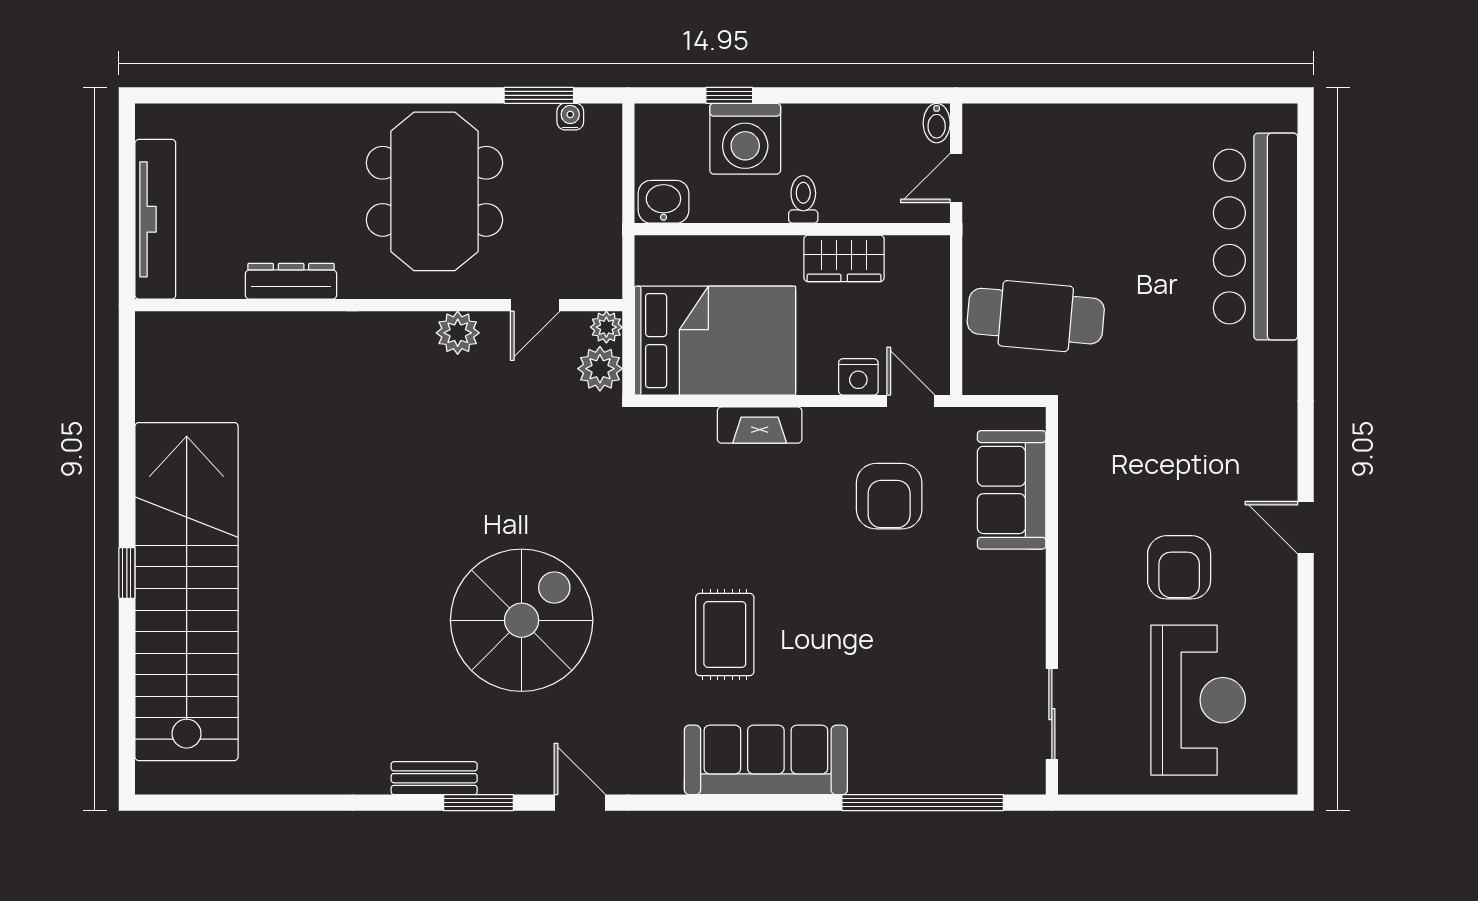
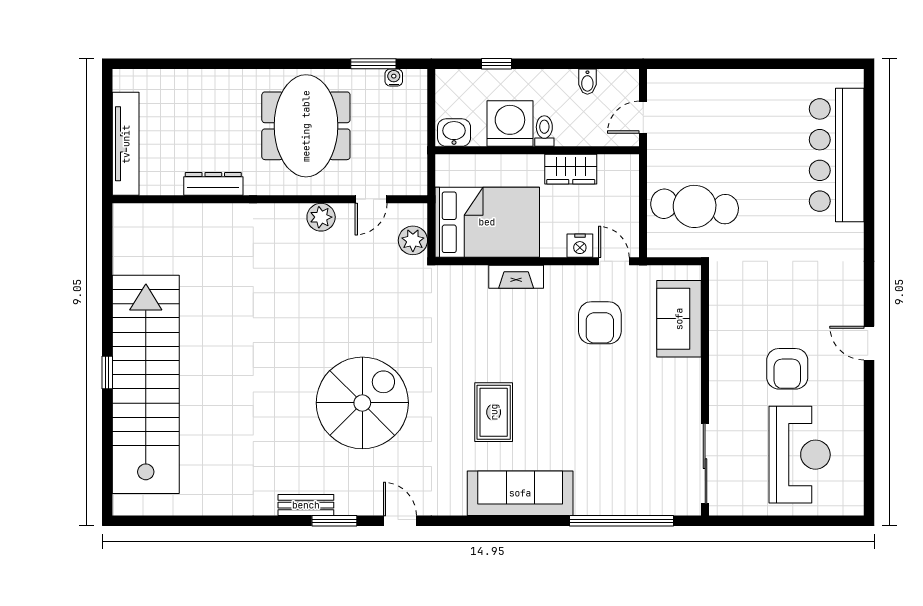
bidet: (937, 123) -> (587, 82), moved
washing machine: (745, 139) -> (510, 123), moved, turned 180
plant: (606, 327) -> (417, 214), removed
sliding door: (1052, 714) -> (705, 464), width x1.37

